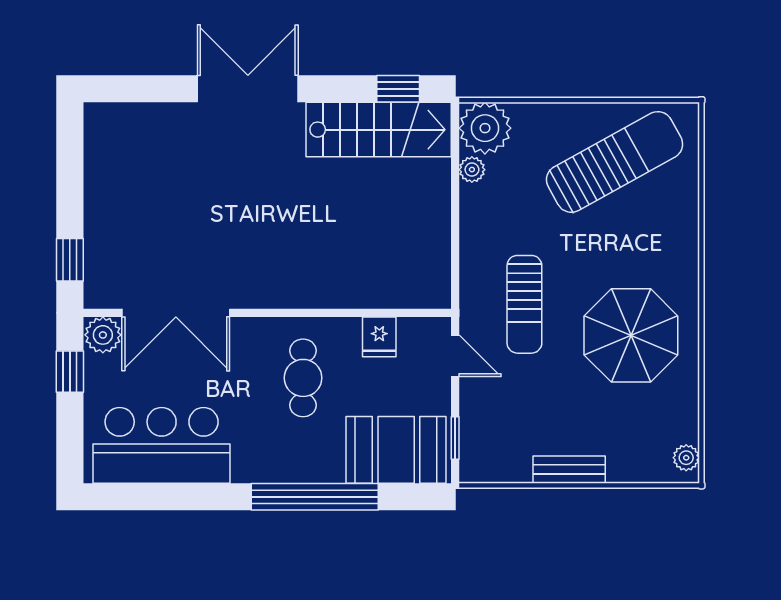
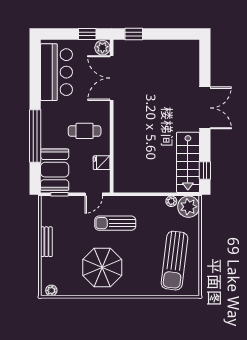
sun lounger: (615, 162) -> (174, 261), turned 36

